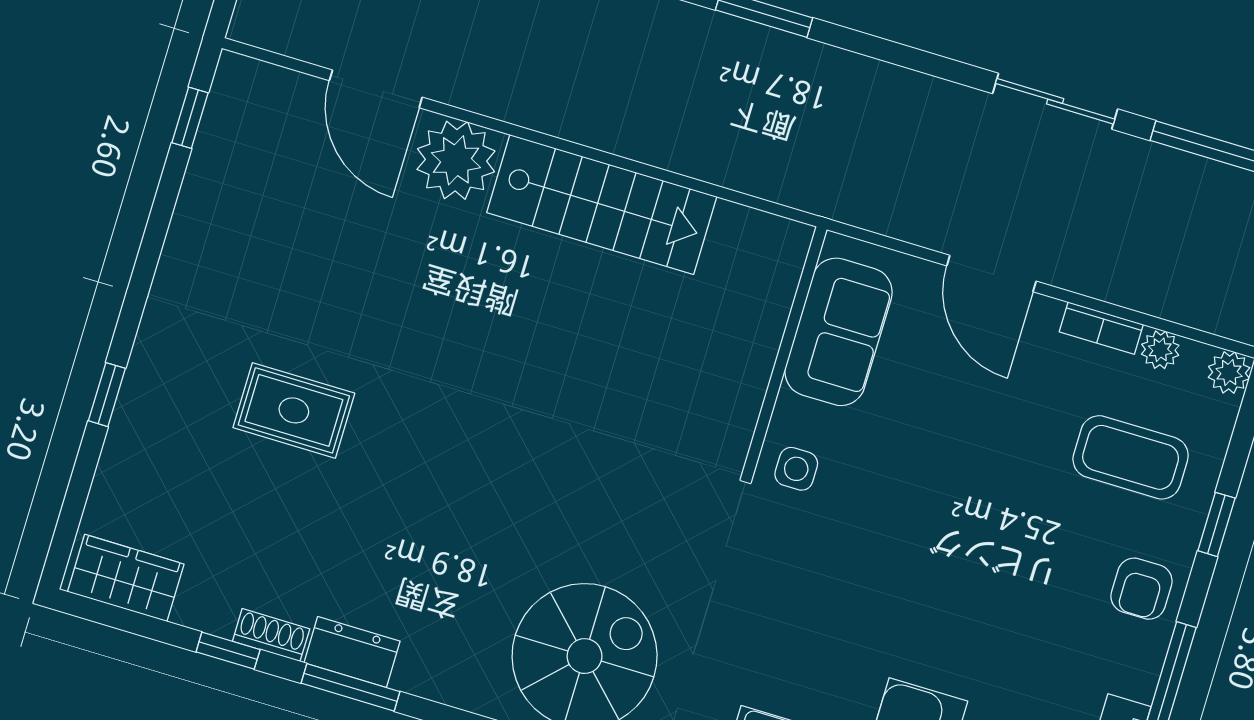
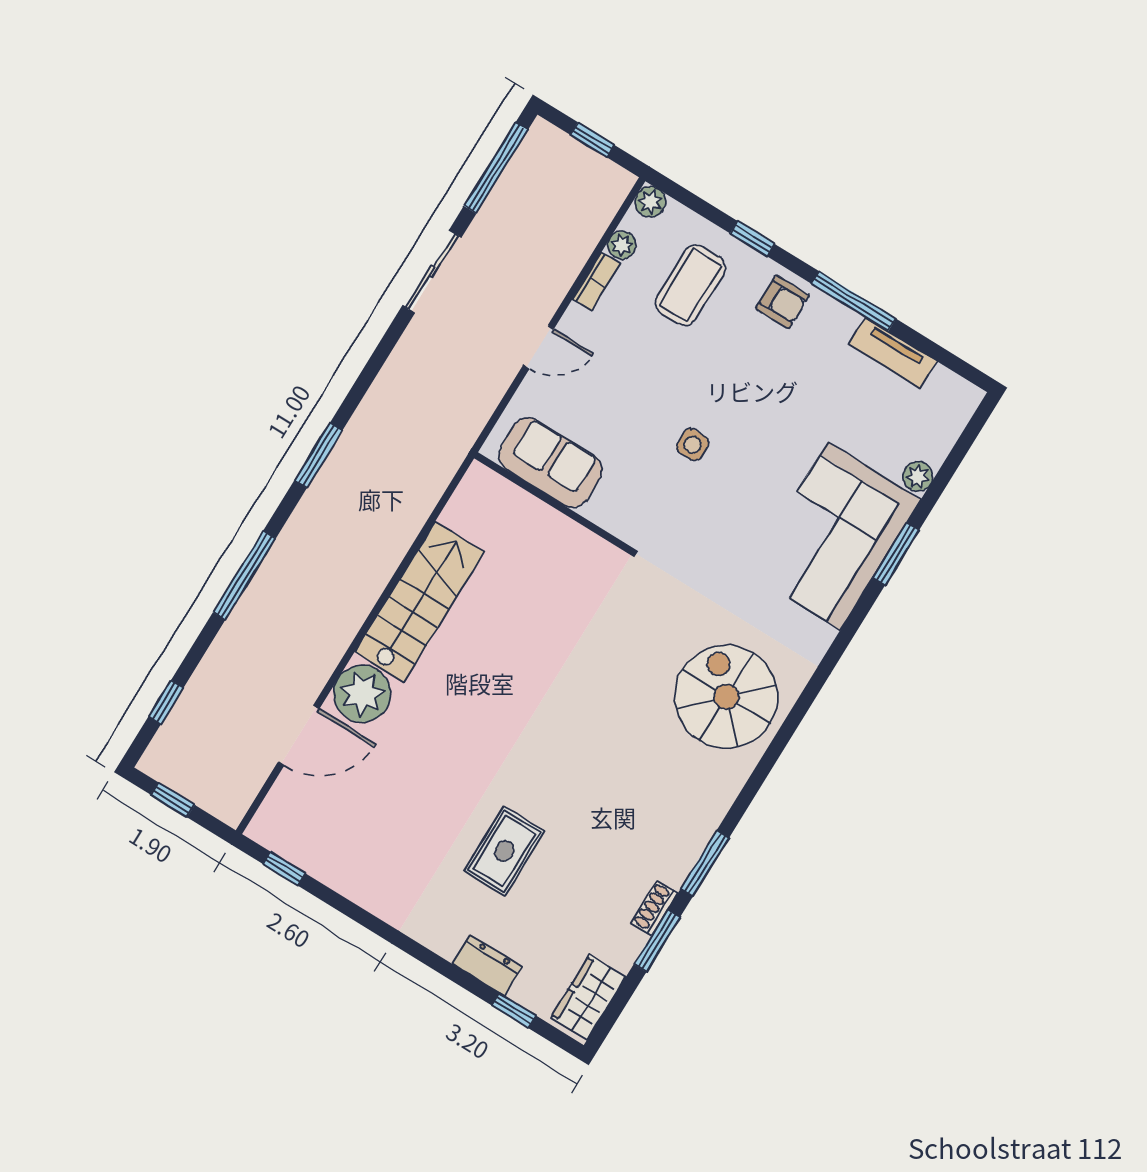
door: (991, 274) -> (539, 347), width x0.73
window: (107, 395) -> (514, 1011), moved
side table: (796, 469) -> (692, 445), moved
window: (228, 651) -> (657, 941), width x1.50
dresser: (352, 652) -> (487, 965), moved, turned 90

